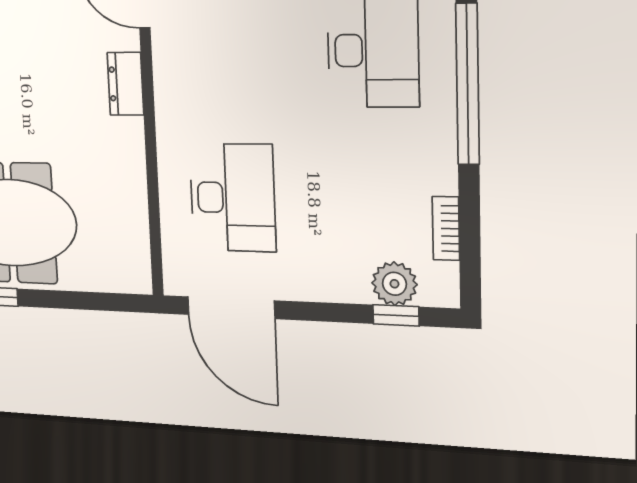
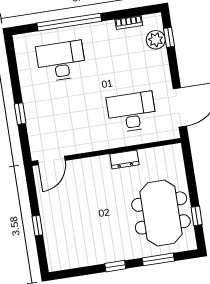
dresser: (125, 84) -> (124, 159), moved

